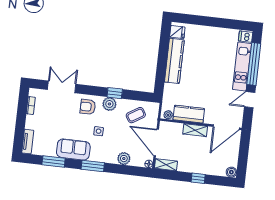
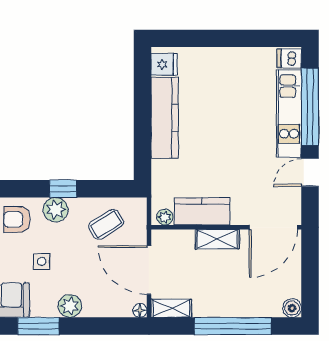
plant: (124, 159) -> (70, 306), moved
window: (198, 178) -> (233, 326), width x3.17

